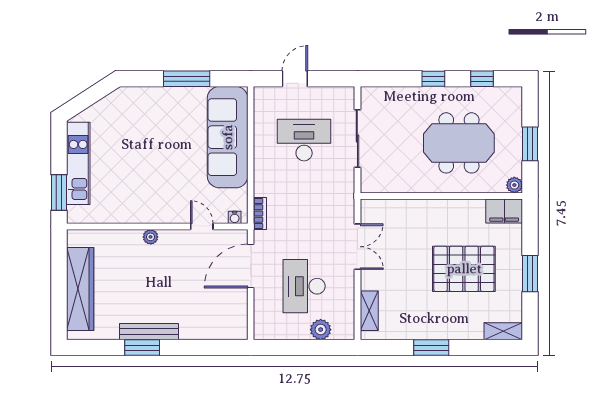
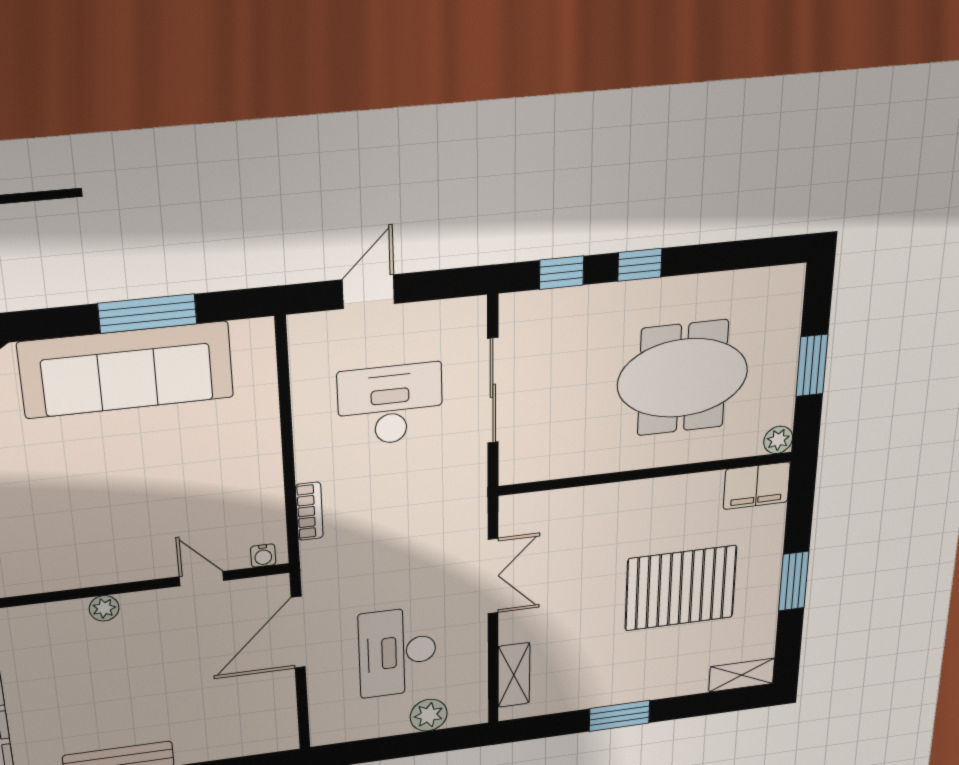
window: (482, 79) -> (562, 273), moved
sofa: (228, 137) -> (127, 370), moved, turned -90
bookcase: (260, 213) -> (309, 511), moved

